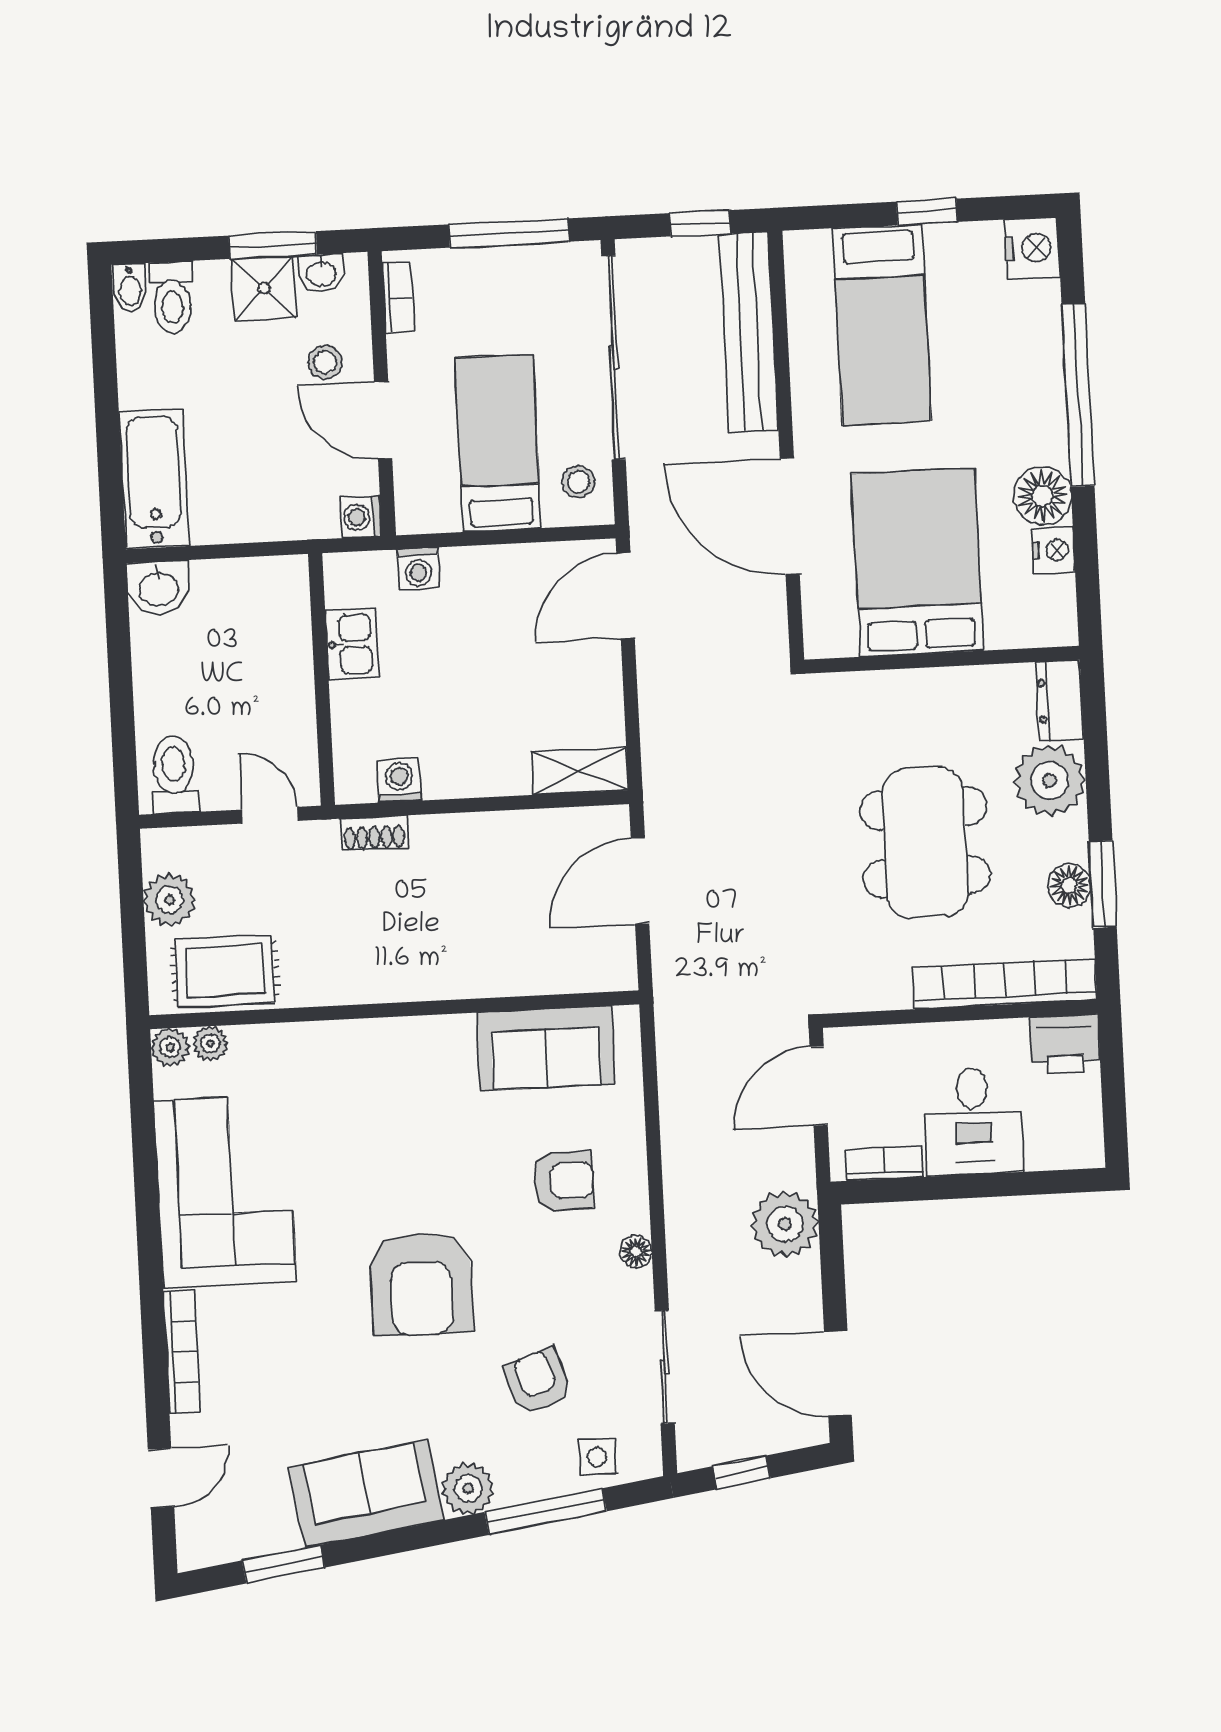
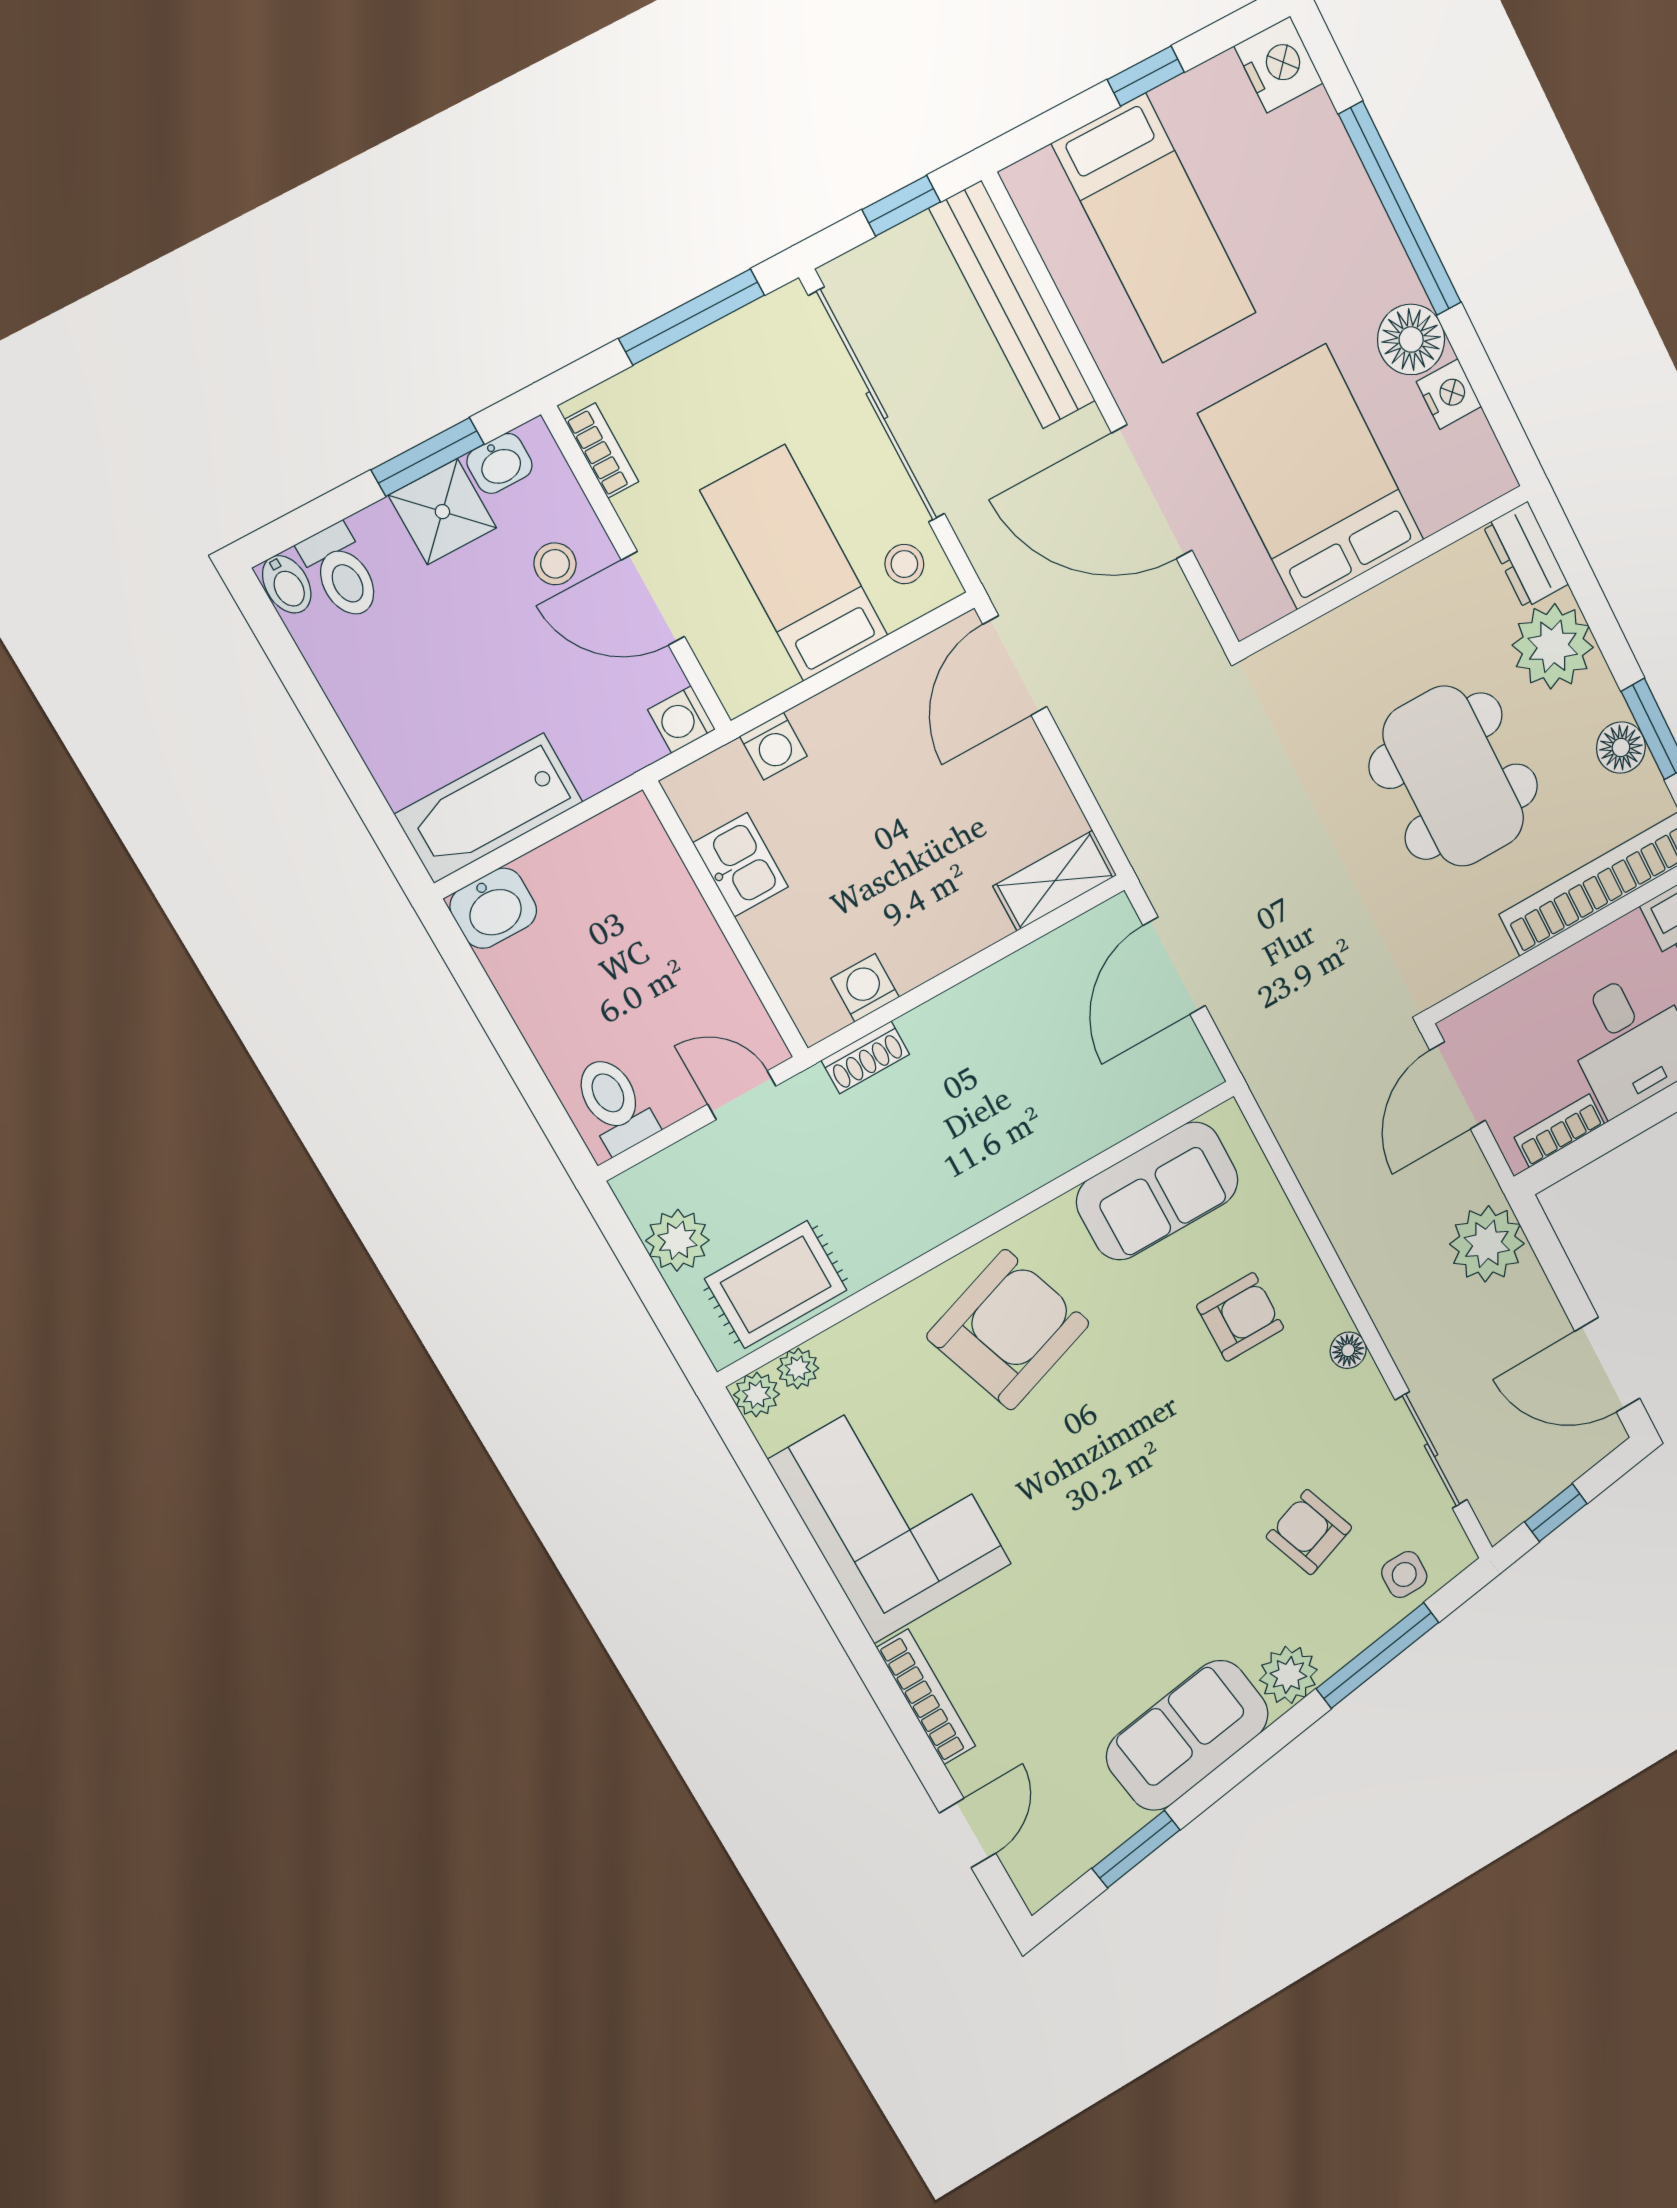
bathtub: (154, 479) -> (489, 808), moved, turned -90
armchair: (421, 1284) -> (1008, 1330), moved, turned -109

